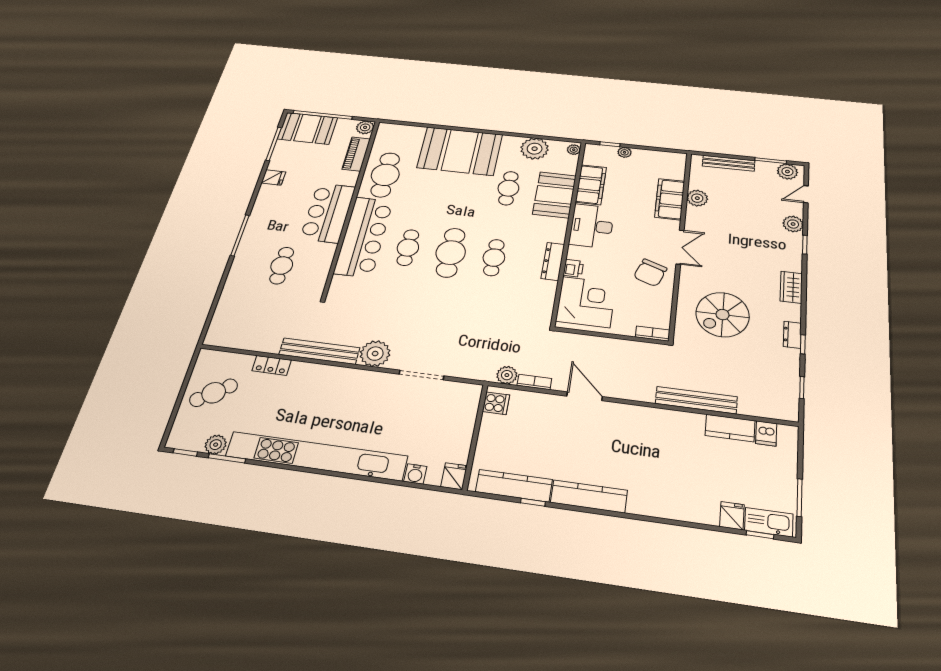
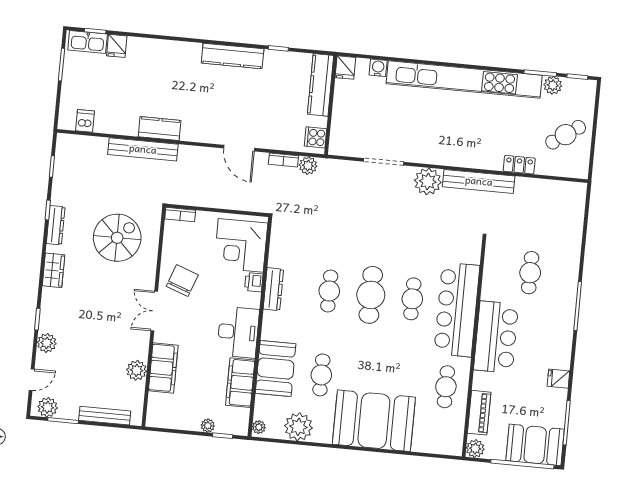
cafe table: (385, 175) -> (446, 387), width x0.73, depth x0.74
dresser: (792, 335) -> (56, 225), width x1.44
kitchen counter: (730, 428) -> (160, 129), moved
kitchen counter: (514, 486) -> (321, 85), moved, turned 90

